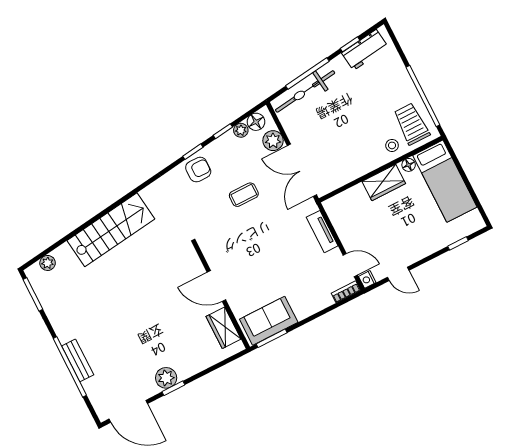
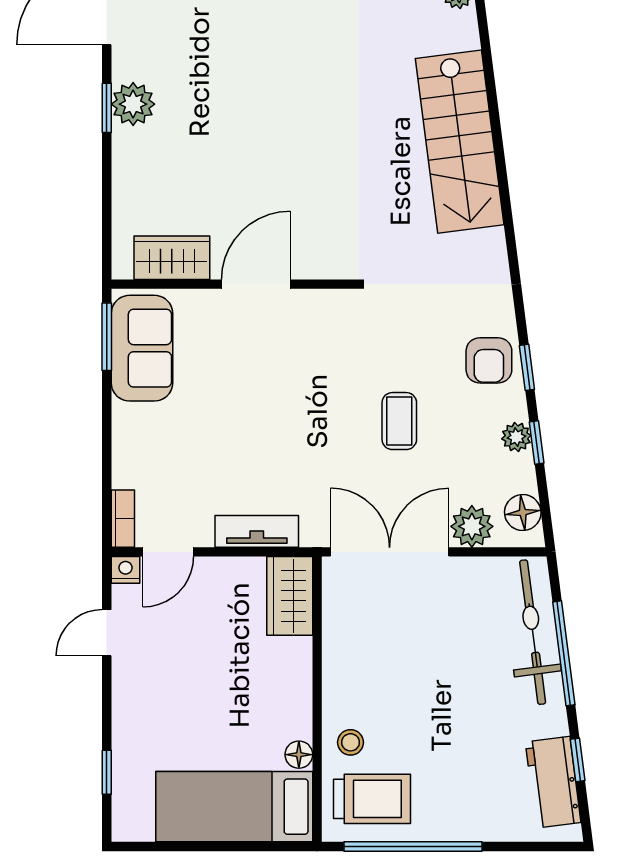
plant: (241, 130) -> (516, 437), moved
wardrobe: (384, 182) -> (290, 596), moved

